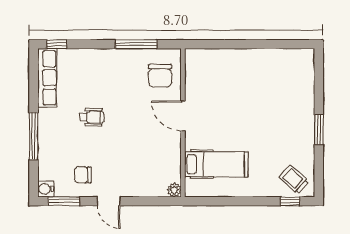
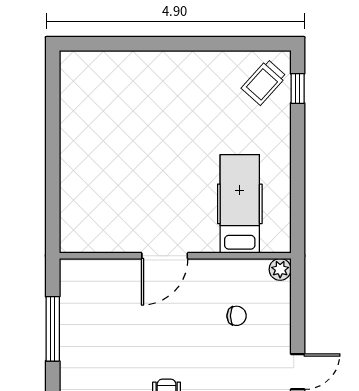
chair: (160, 76) -> (237, 316), moved, width x0.54, depth x0.54
window: (319, 130) -> (186, 44), removed

